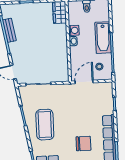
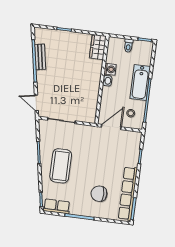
chair: (83, 144) -> (99, 194), turned 180

